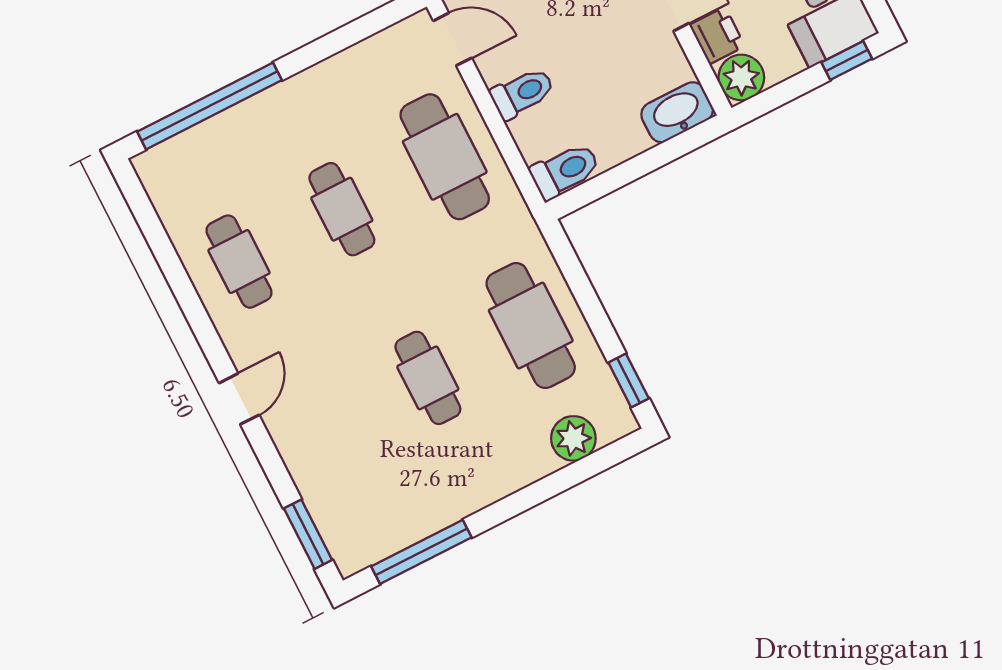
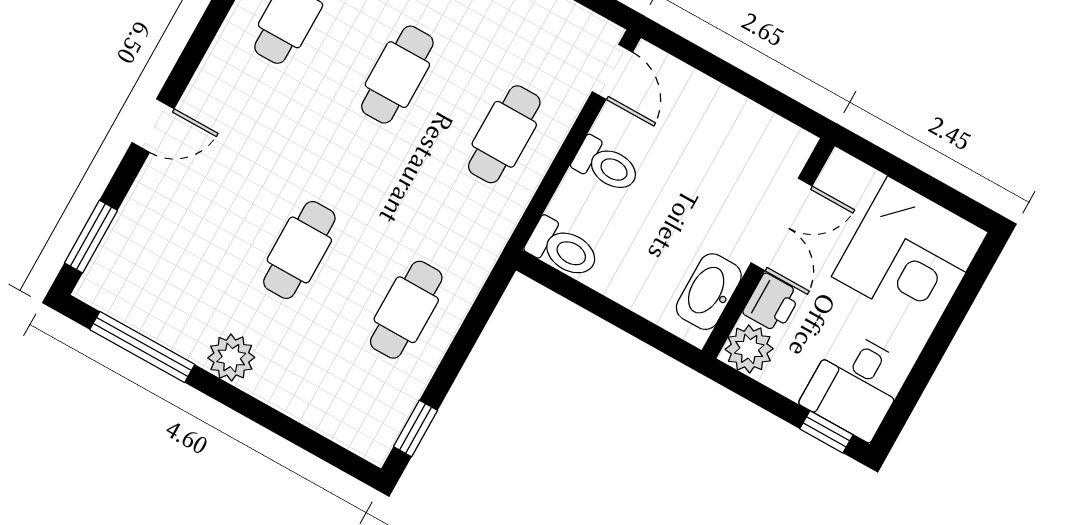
washbasin: (677, 112) -> (709, 292), moved, turned -90
cafe table: (445, 157) -> (504, 134), width x0.73, depth x0.74
cafe table: (531, 326) -> (406, 310), width x0.73, depth x0.74
door: (239, 399) -> (153, 126), moved
plant: (573, 438) -> (231, 358), moved

